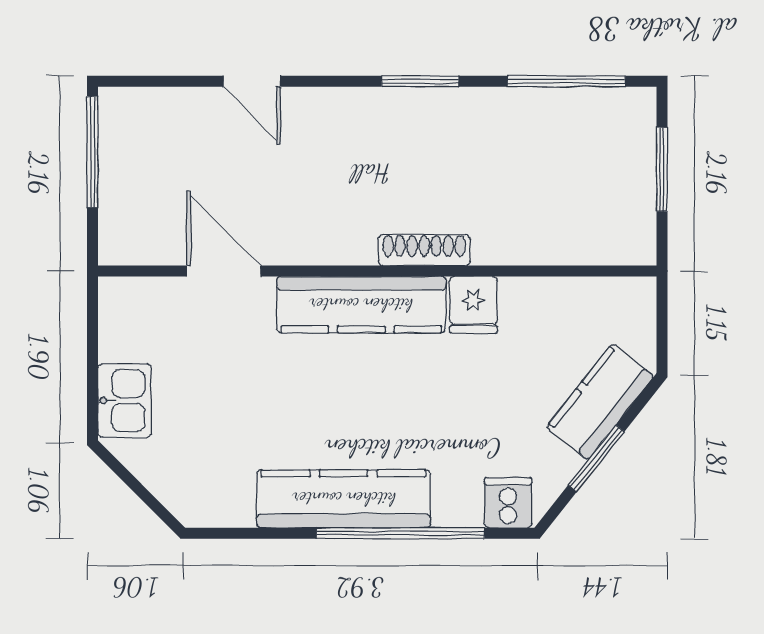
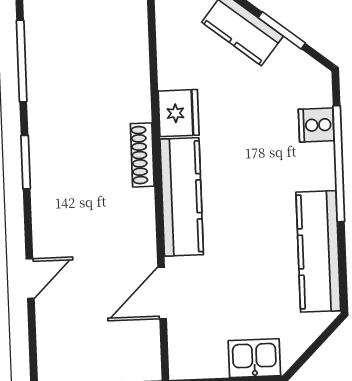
fridge: (473, 305) -> (179, 113), width x1.38
kitchen counter: (344, 499) -> (318, 251), moved
cooker: (508, 503) -> (316, 125), moved

